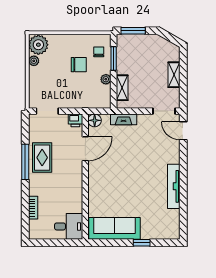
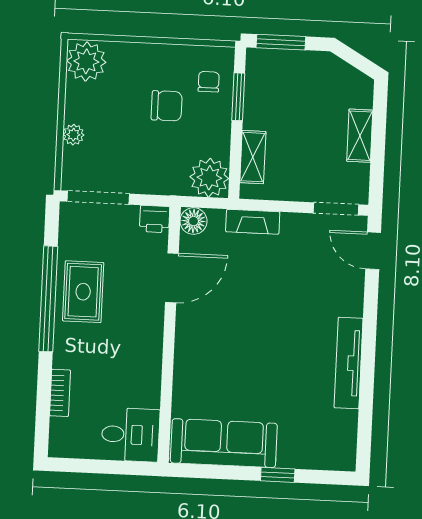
plant: (34, 61) -> (73, 135), moved
plant: (106, 79) -> (209, 178), moved, width x1.87, depth x1.87
doorway: (47, 111) -> (98, 198), width x1.38
window: (25, 162) -> (48, 299), width x1.46

